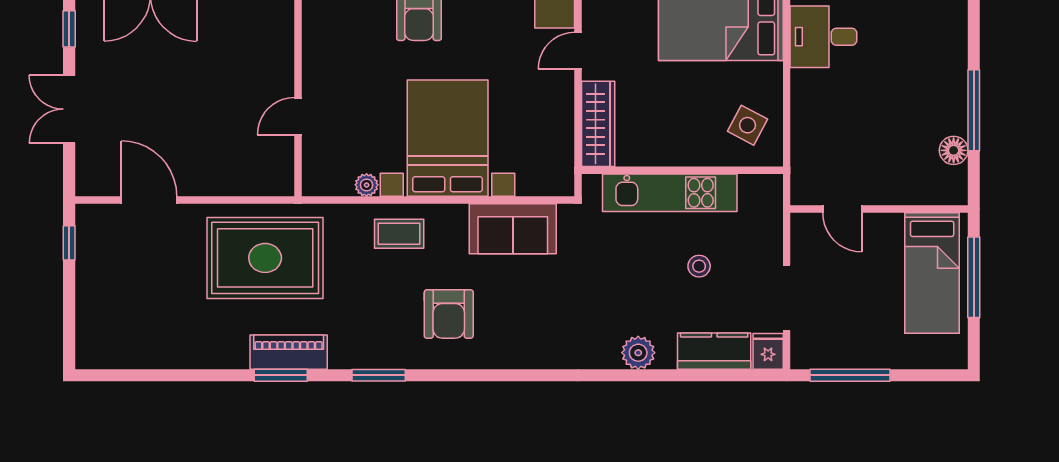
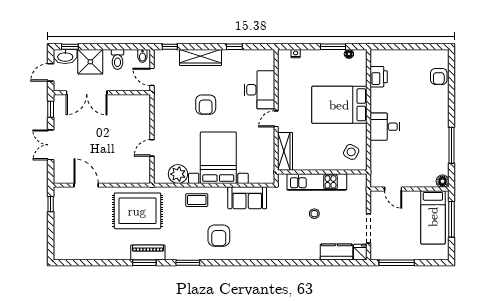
desk: (823, 37) -> (385, 127), moved
floor lamp: (954, 150) -> (443, 181), moved
plant: (367, 185) -> (178, 174), width x1.88, depth x1.88
stool: (699, 266) -> (314, 214), moved
plant: (638, 353) -> (303, 253), removed

